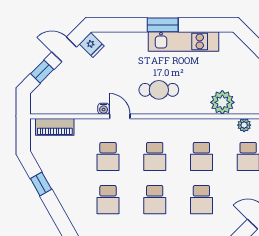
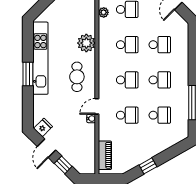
kitchen unit: (184, 41) -> (40, 58), width x1.36
plant: (222, 102) -> (86, 43), moved

